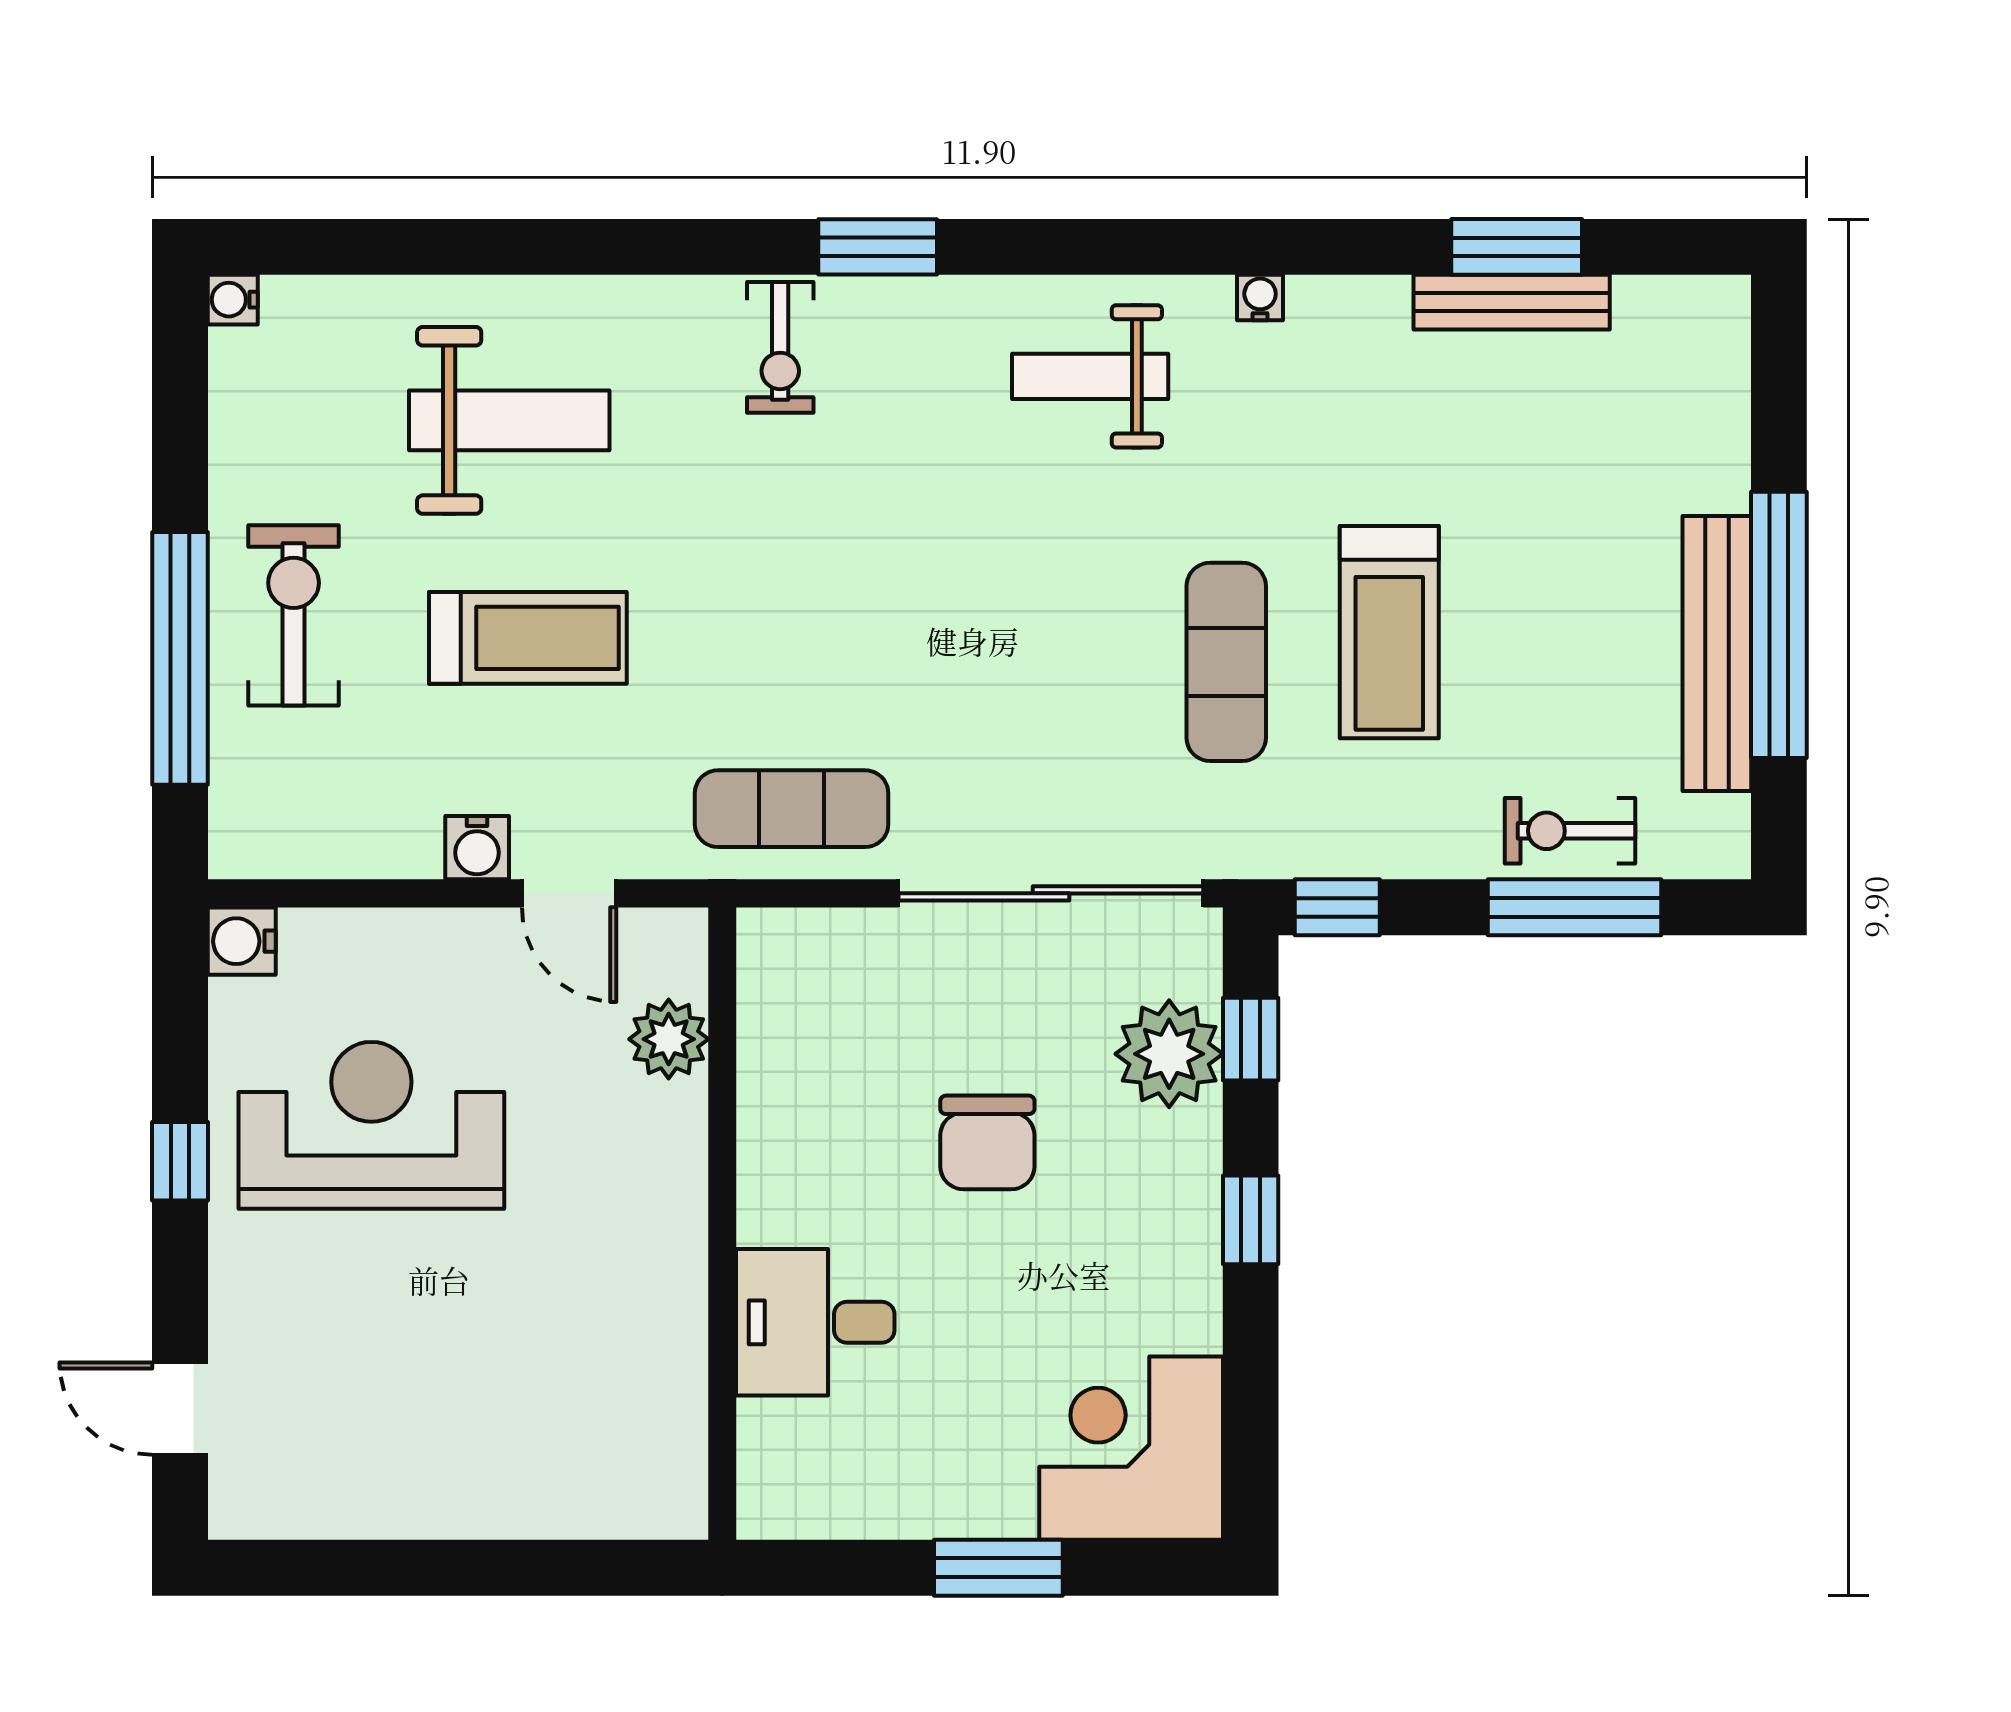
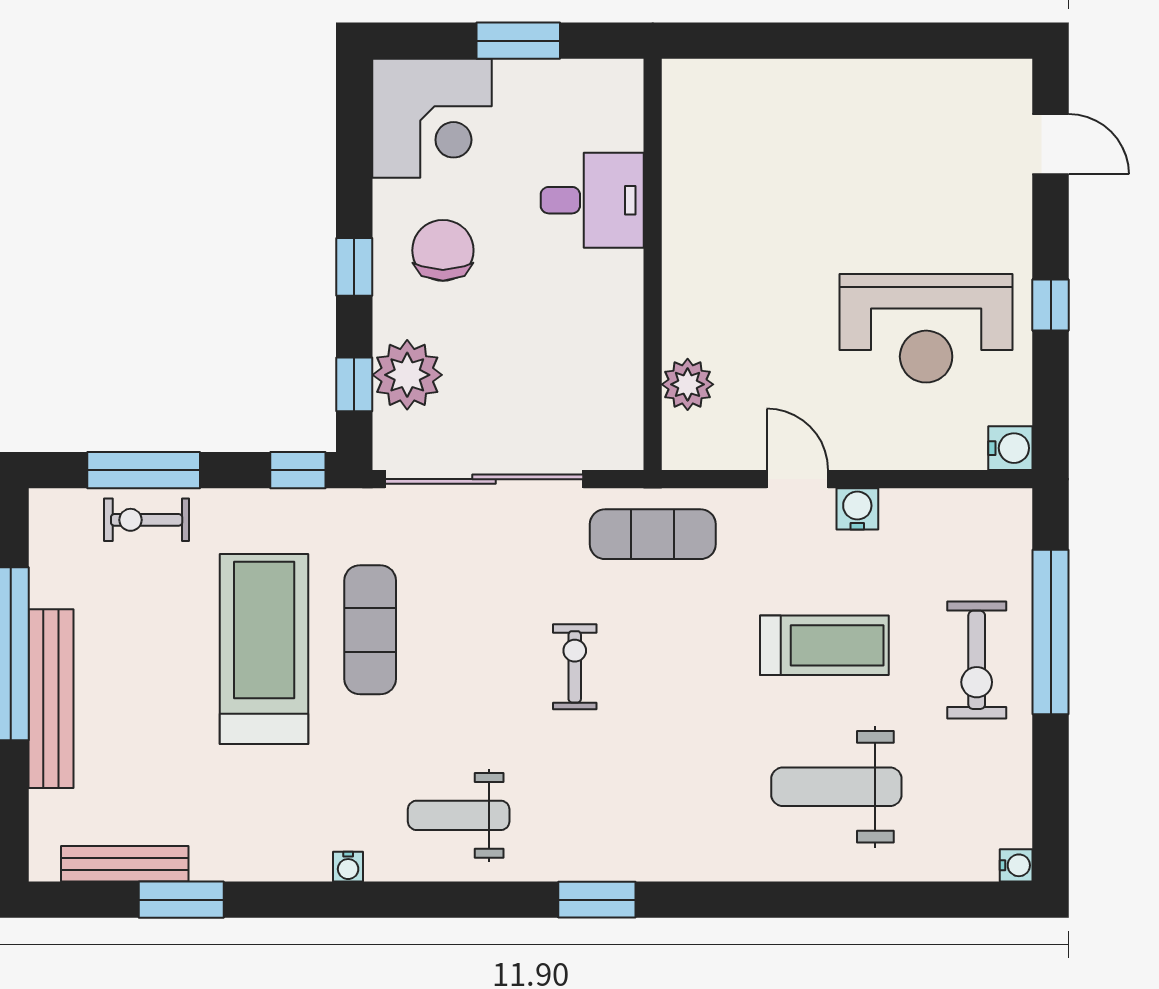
bench: (1512, 302) -> (125, 864), moved
exercise bike: (780, 347) -> (575, 667), moved
weight bench: (1090, 376) -> (459, 815), turned 180
treadmill: (1389, 632) -> (264, 649), width x1.37, depth x1.38
treadmill: (528, 638) -> (824, 645), turned 180
bench: (1717, 653) -> (51, 699), moved
exercise bike: (1570, 831) -> (147, 520), turned 180
plant: (669, 1039) -> (688, 384), moved
chair: (987, 1142) -> (443, 250), moved
wall: (722, 1224) -> (653, 264), moved
desk: (815, 1322) -> (592, 200), moved

